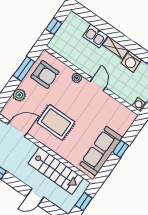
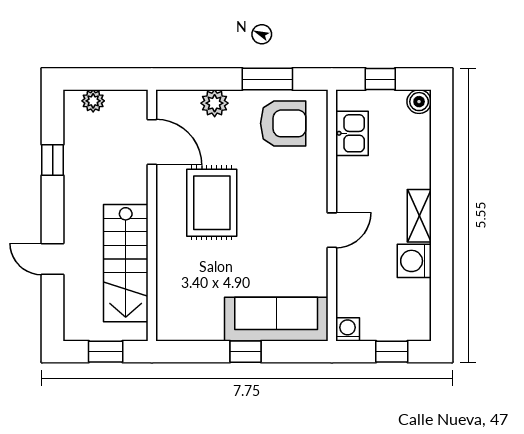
boiler: (73, 18) -> (419, 102), added
kitchen sink: (95, 36) -> (352, 133), moved, turned 180
armchair: (45, 75) -> (283, 123), turned -90
plant: (77, 78) -> (317, 184), removed
sofa: (101, 151) -> (276, 319), moved

